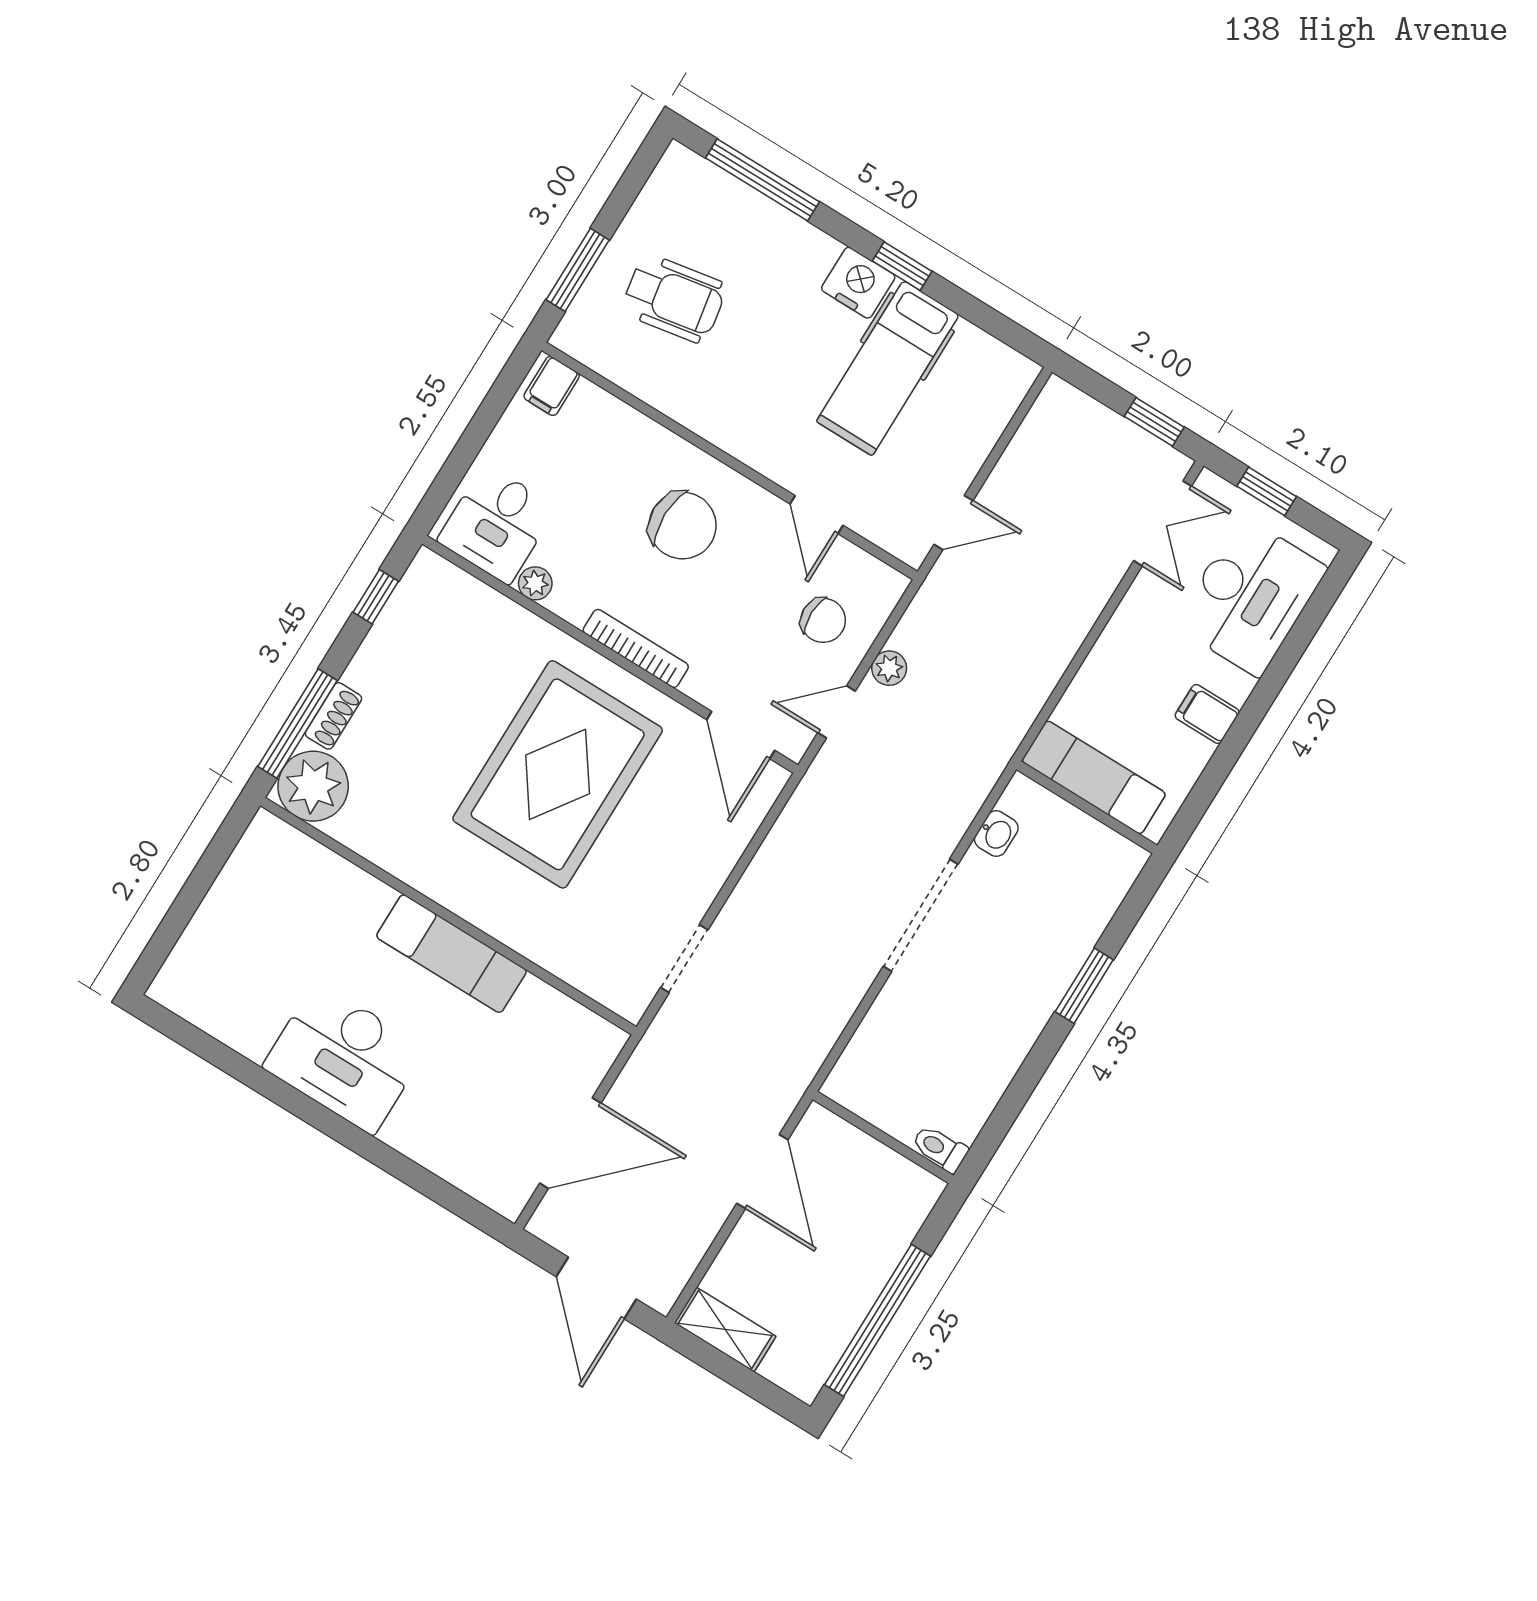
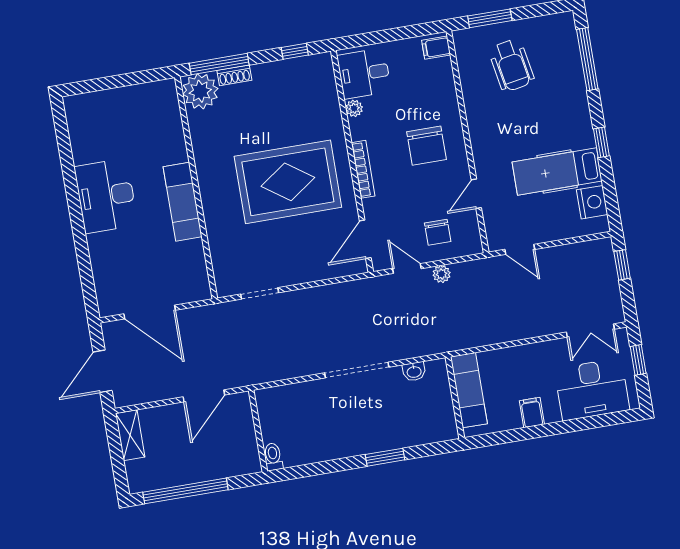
nightstand: (858, 283) -> (592, 202), moved
window: (1154, 422) -> (622, 265), moved

